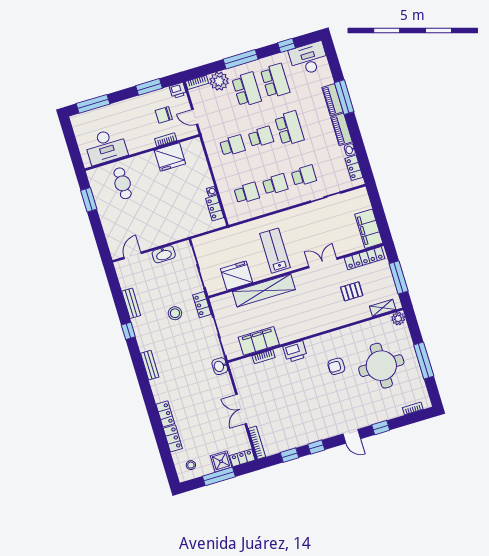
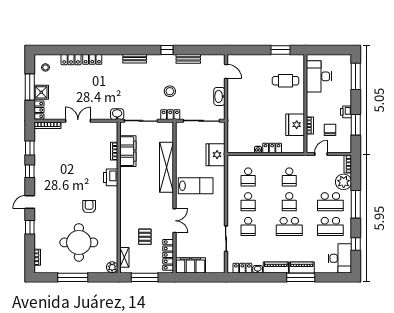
printer: (178, 90) -> (346, 112), moved
locker: (215, 208) -> (272, 148), moved
fridge: (236, 276) -> (215, 155), moved, turned 180

